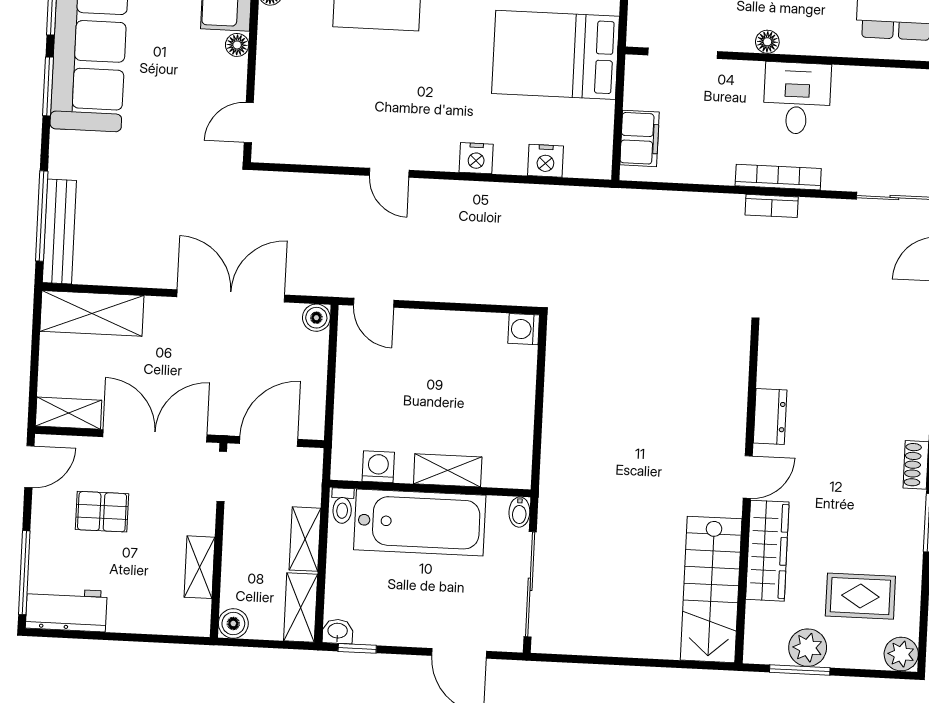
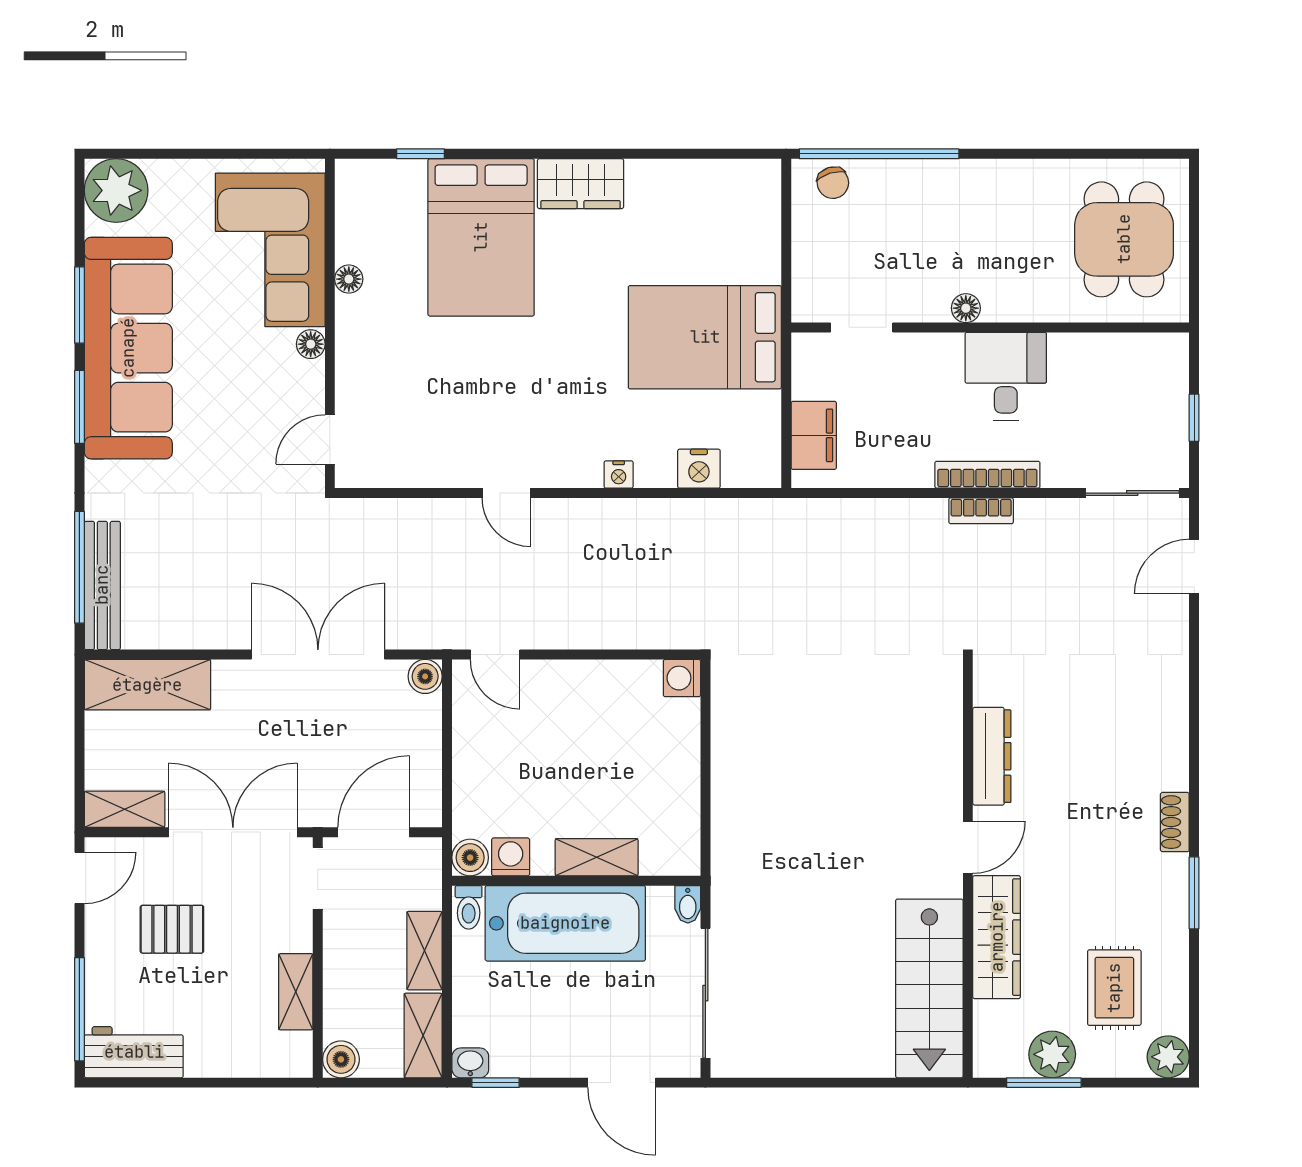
doorway: (683, 53) -> (862, 327), width x0.73
nightstand: (476, 158) -> (619, 474), width x0.72, depth x0.74
dresser: (770, 416) -> (992, 756), width x1.44
boiler: (346, 466) -> (470, 858), added
rug: (860, 596) -> (1114, 988), turned 90

